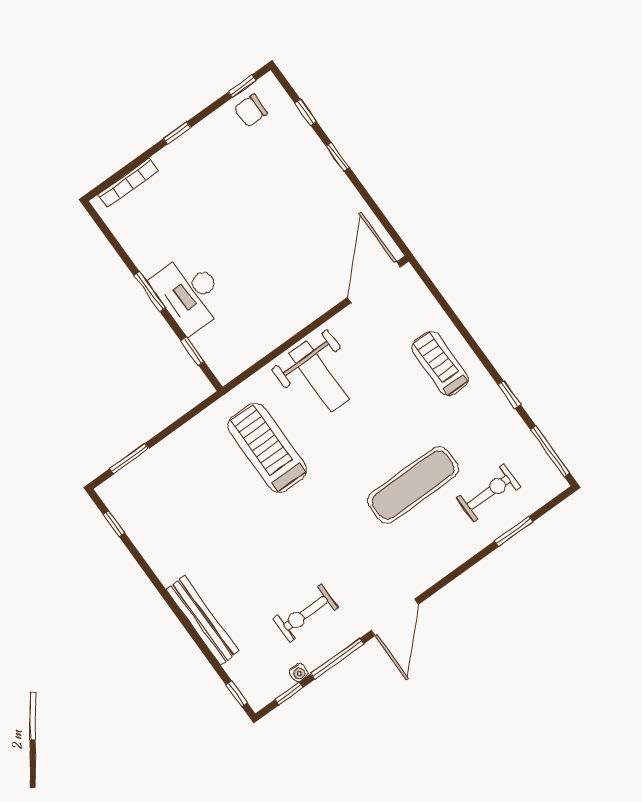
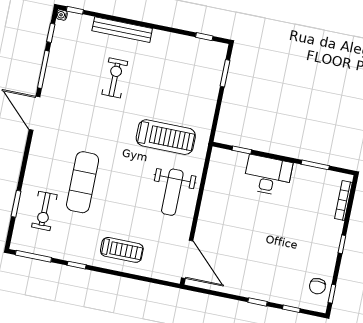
chair: (251, 110) -> (317, 286), turned 180
window: (150, 292) -> (315, 165), moved
weight bench: (319, 377) -> (172, 192), turned -90
exercise bike: (306, 613) -> (115, 78), moved
water cooler: (299, 672) -> (62, 15), moved

